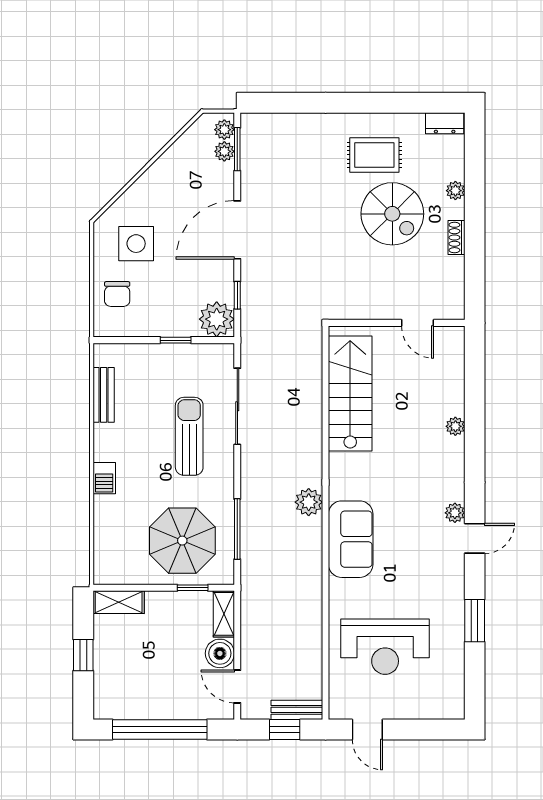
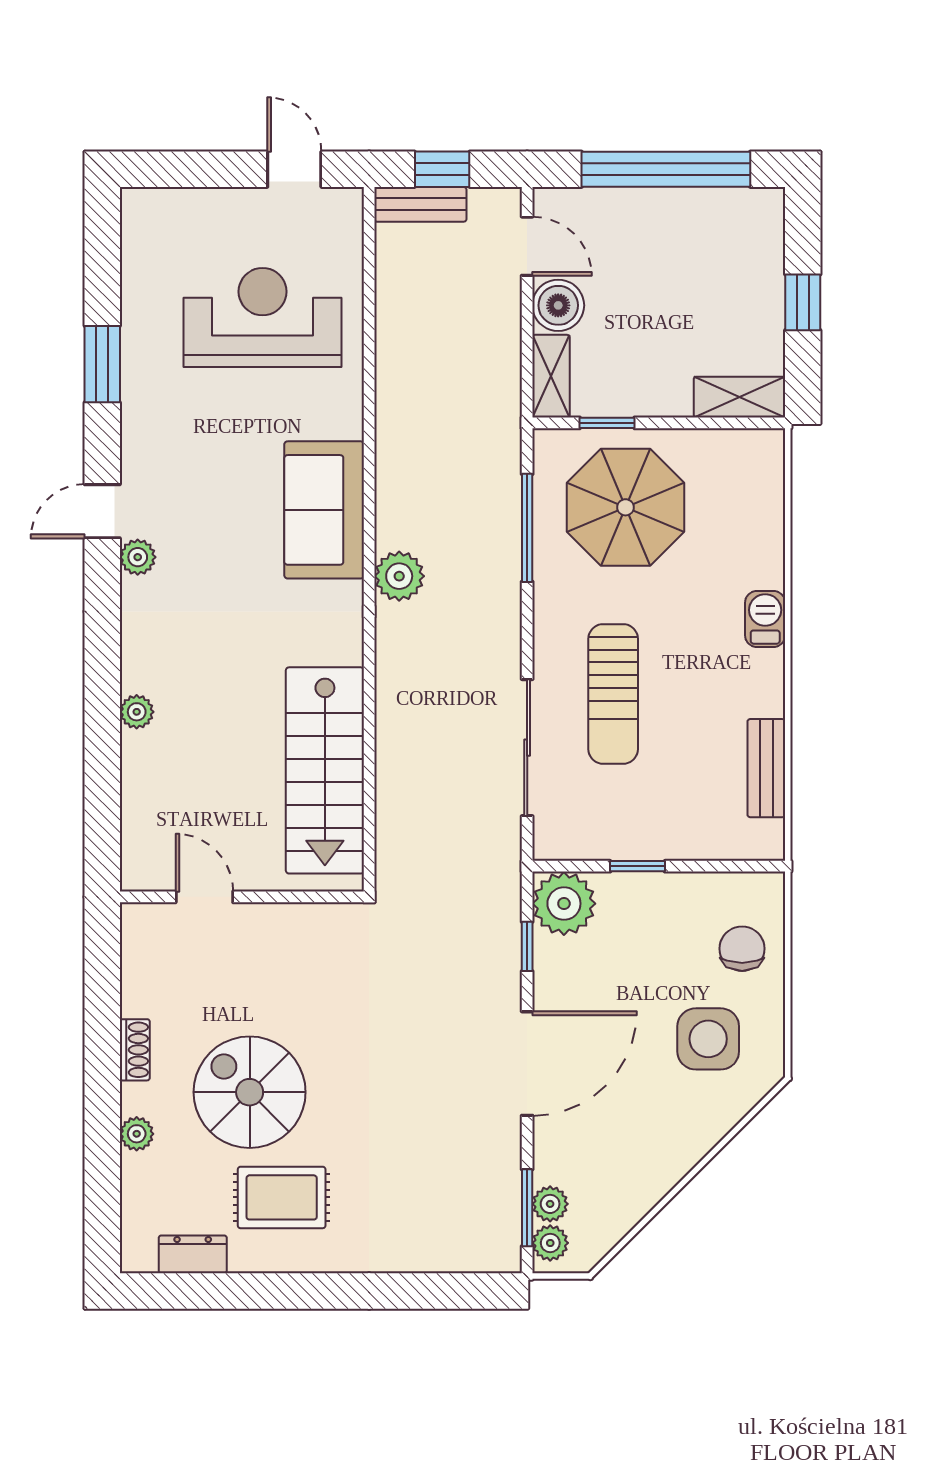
dresser: (445, 123) -> (193, 1254), moved

